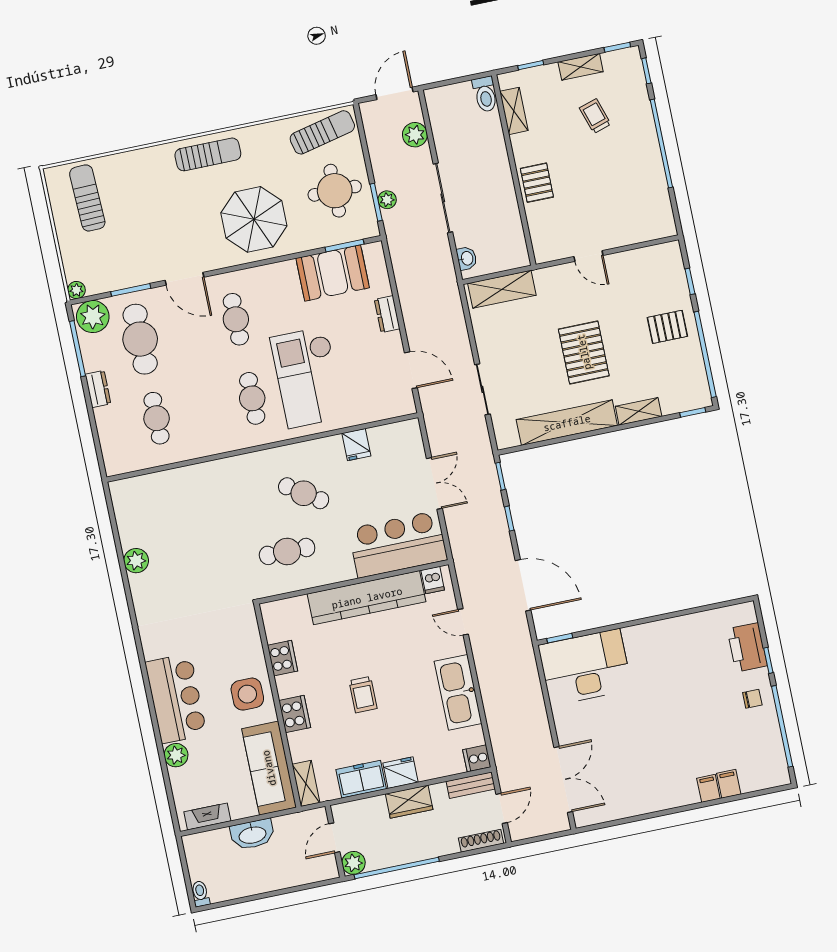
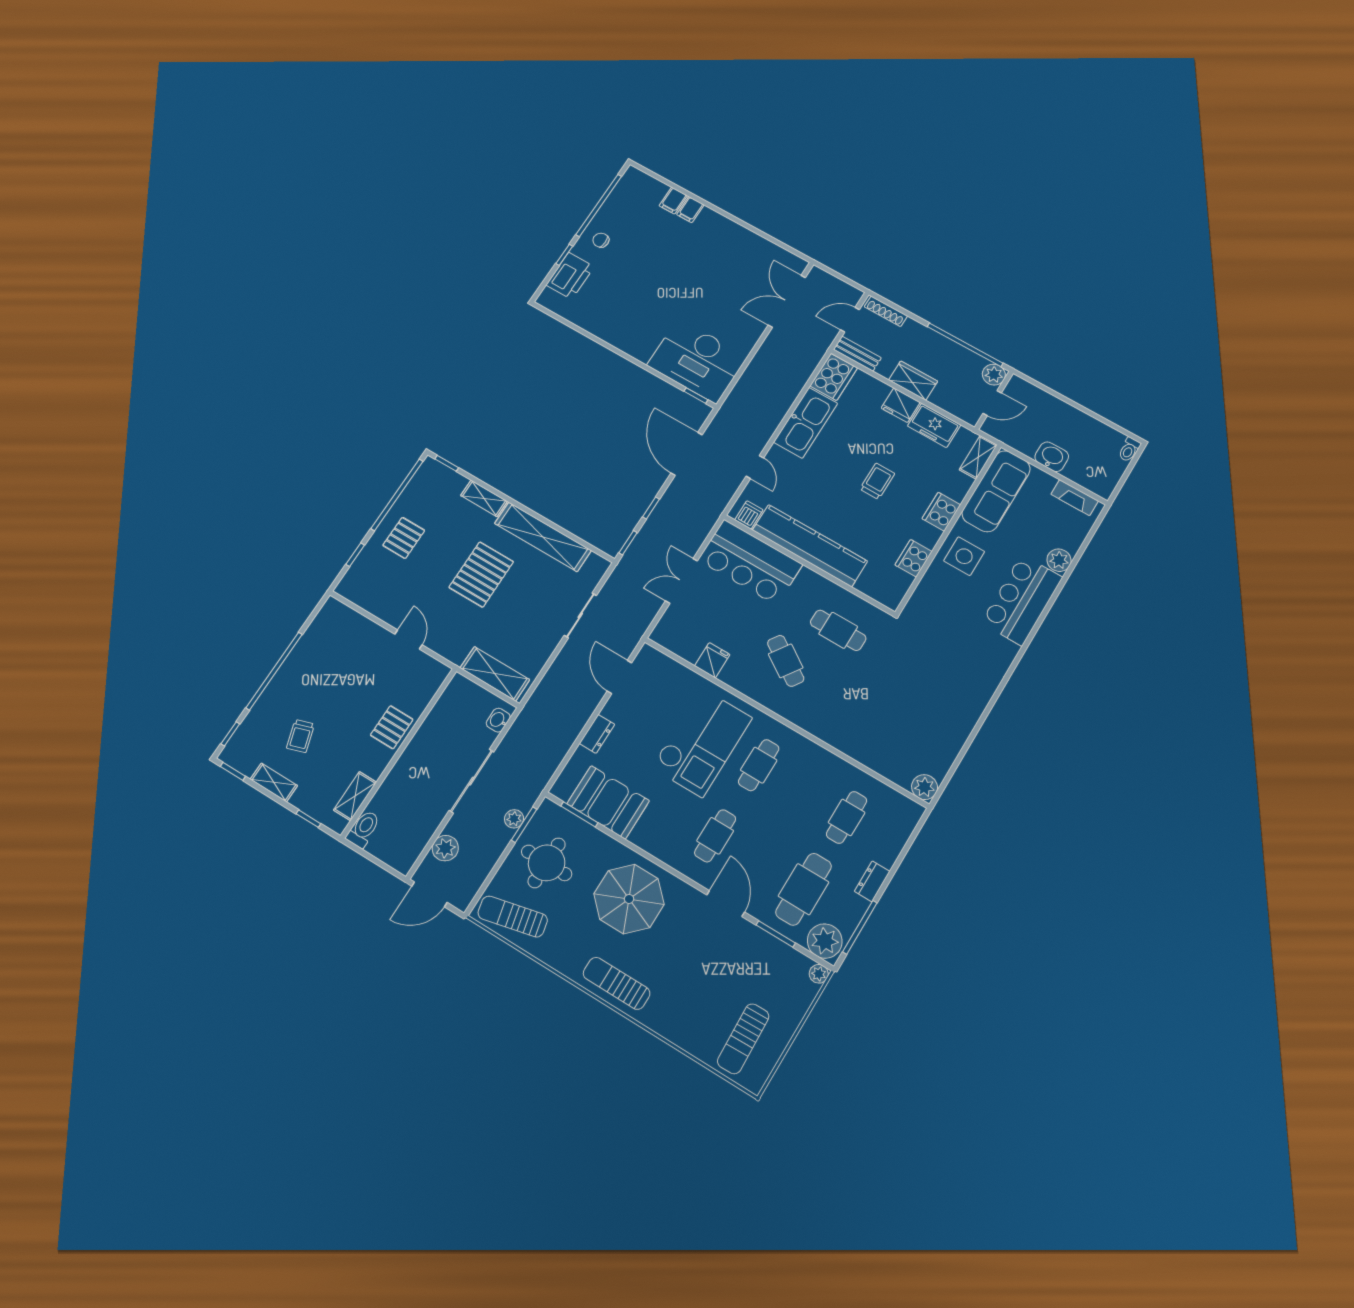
pallet: (667, 327) -> (404, 538), turned 90
plant: (136, 561) -> (925, 787), moved
cooker: (477, 758) -> (834, 377), width x1.87, depth x1.31
washbasin: (252, 834) -> (1052, 457), width x0.72

